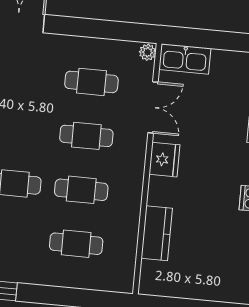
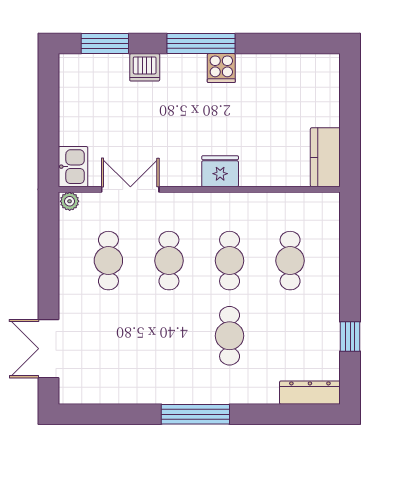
kitchen sink: (185, 59) -> (73, 167), width x0.73
fridge: (164, 160) -> (220, 171), moved
kitchen counter: (157, 233) -> (325, 157), moved, turned -90

